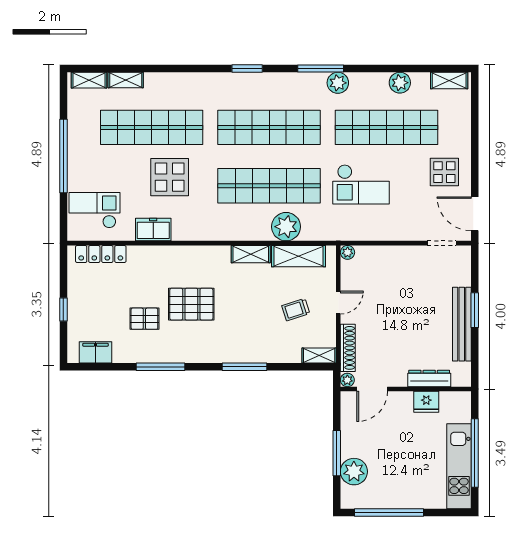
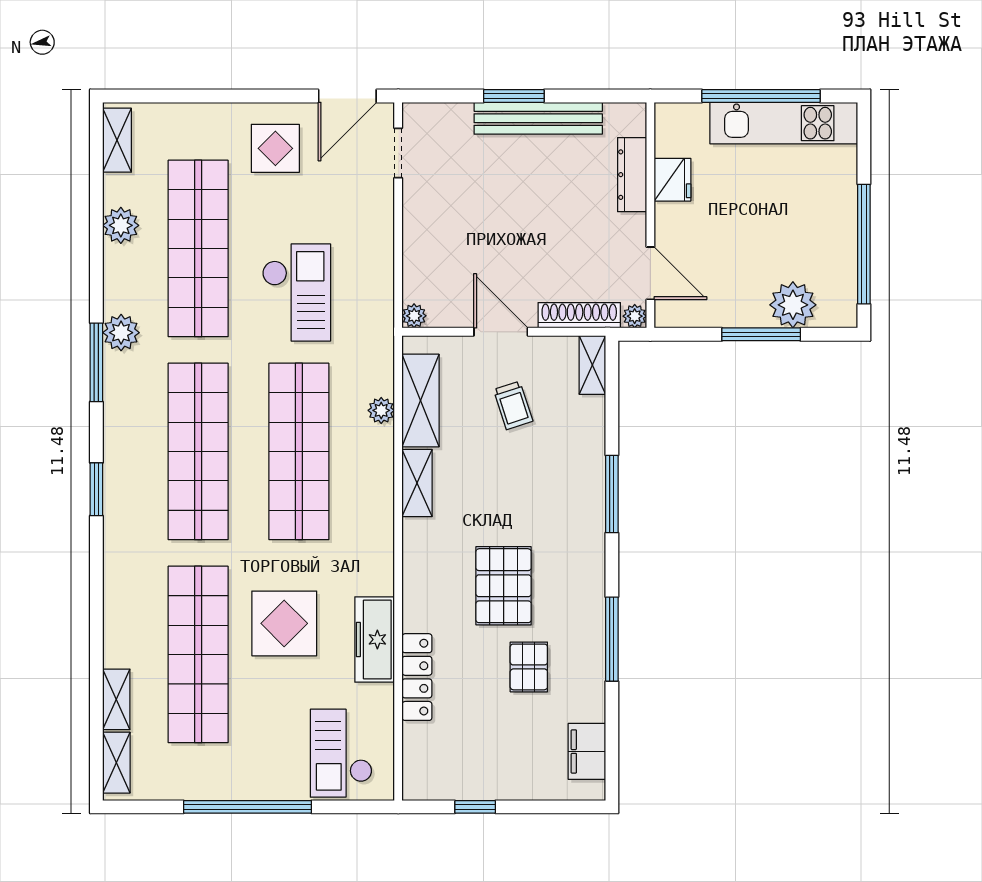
plant: (286, 227) -> (381, 410), width x0.53, depth x0.53
freezer: (153, 230) -> (375, 639), width x1.40
locker: (101, 254) -> (417, 677), moved
door: (338, 303) -> (501, 332), width x1.38
window: (63, 310) -> (475, 807), moved

